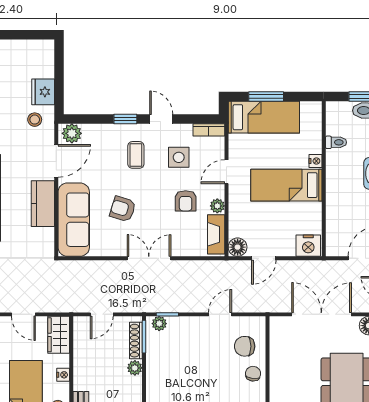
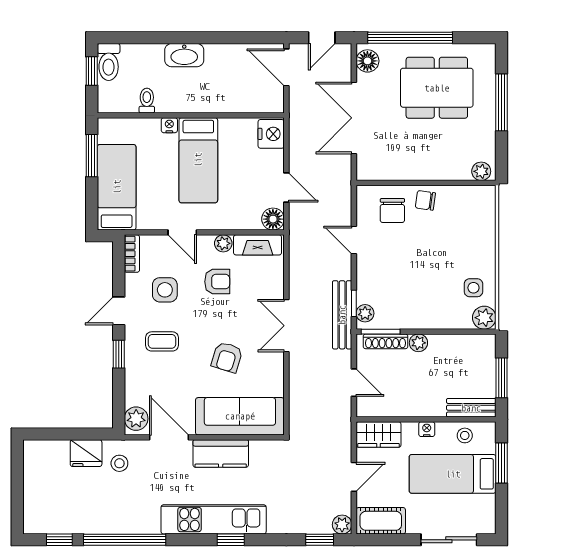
window: (266, 97) -> (92, 156), moved
bench: (158, 305) -> (342, 315), added

